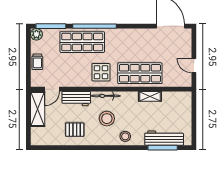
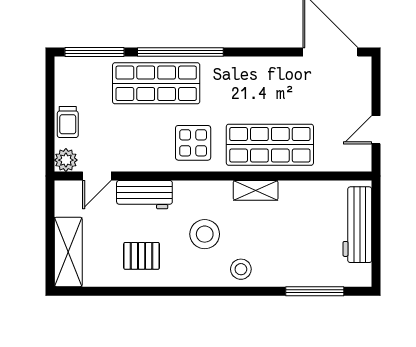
plant: (36, 34) -> (66, 160), moved
door: (194, 66) -> (376, 130), hinge flipped
bicycle: (106, 96) -> (203, 189), removed
shelving: (150, 96) -> (256, 190), moved
shelving: (38, 109) -> (68, 252), moved
workbench: (164, 138) -> (357, 225), moved, turned -90

